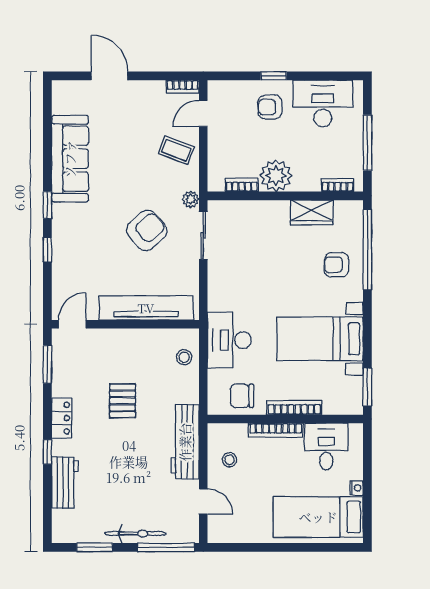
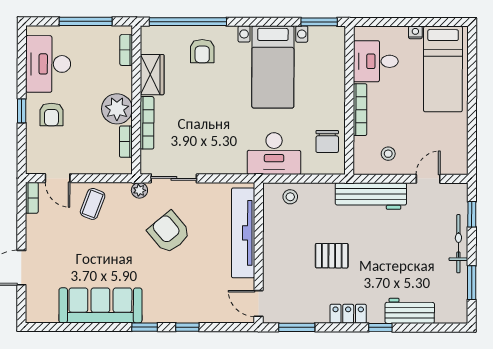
bookcase: (294, 408) -> (147, 123), moved, turned 180
window: (166, 547) -> (472, 214), width x0.46

